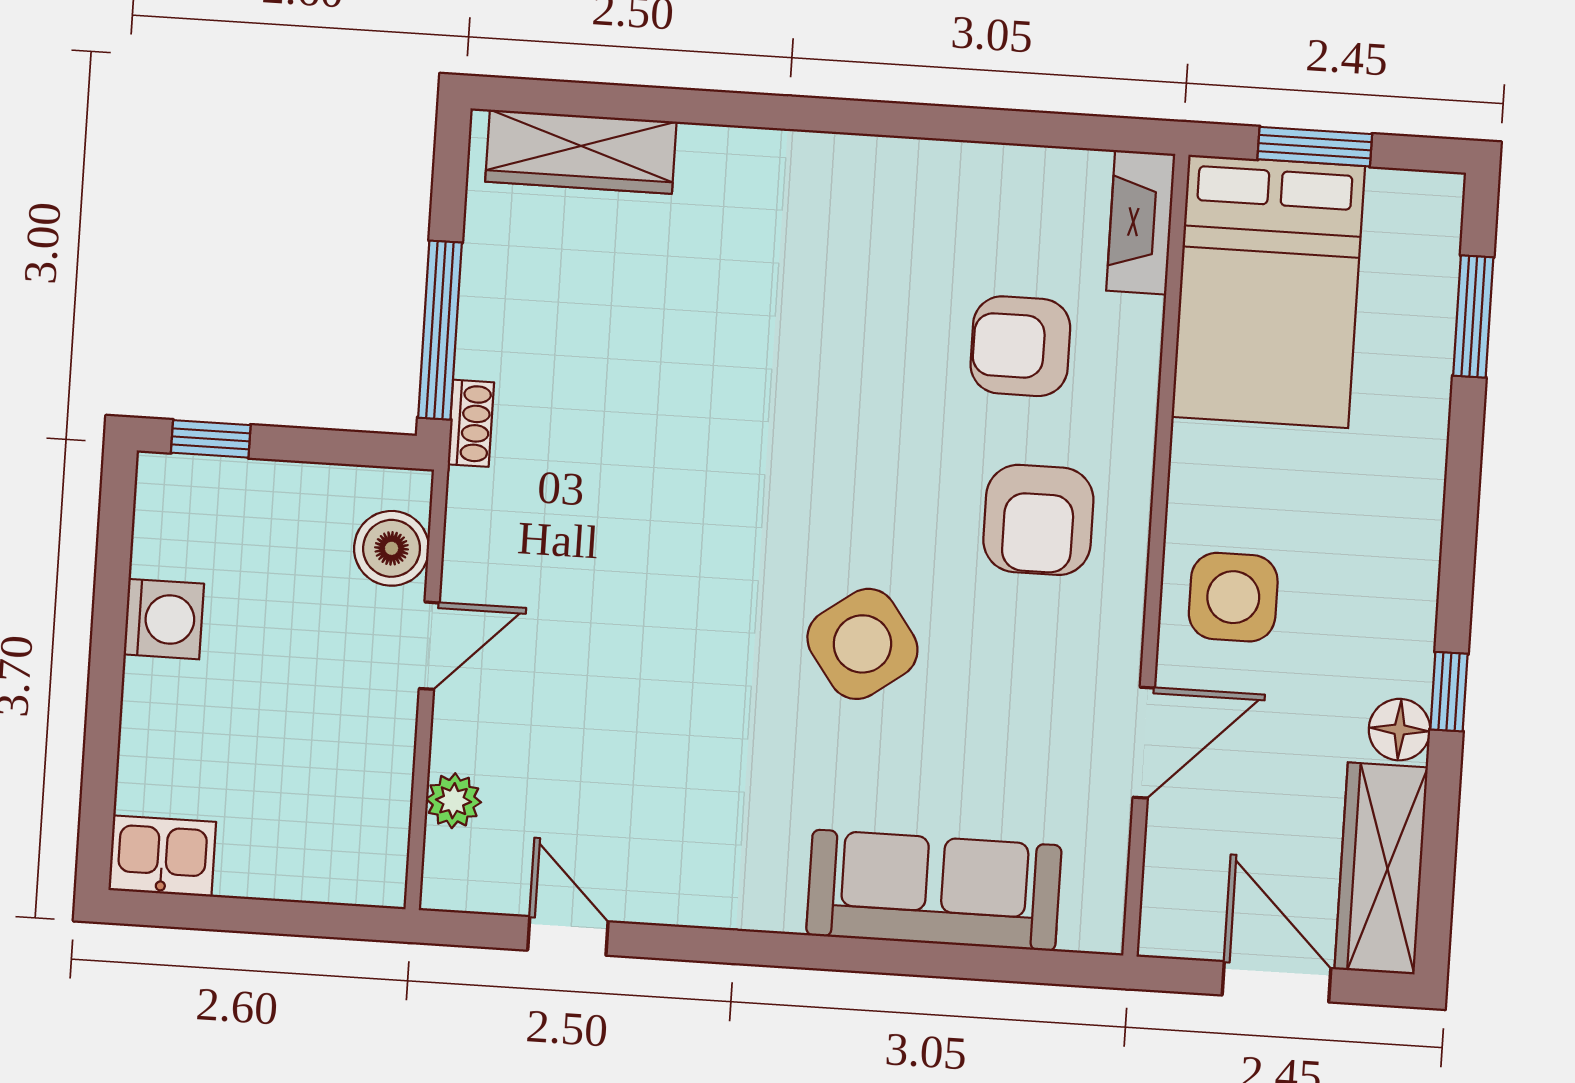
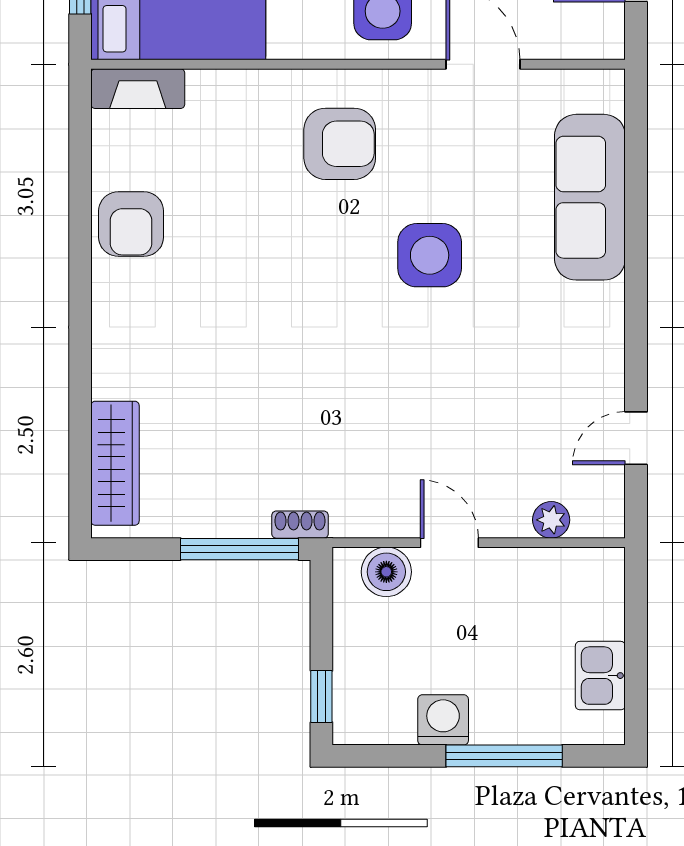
armchair: (1020, 346) -> (131, 224), moved
side table: (862, 644) -> (430, 255), turned 36
window: (104, 707) -> (504, 756), added
kitchen sink: (162, 856) -> (600, 676), moved

